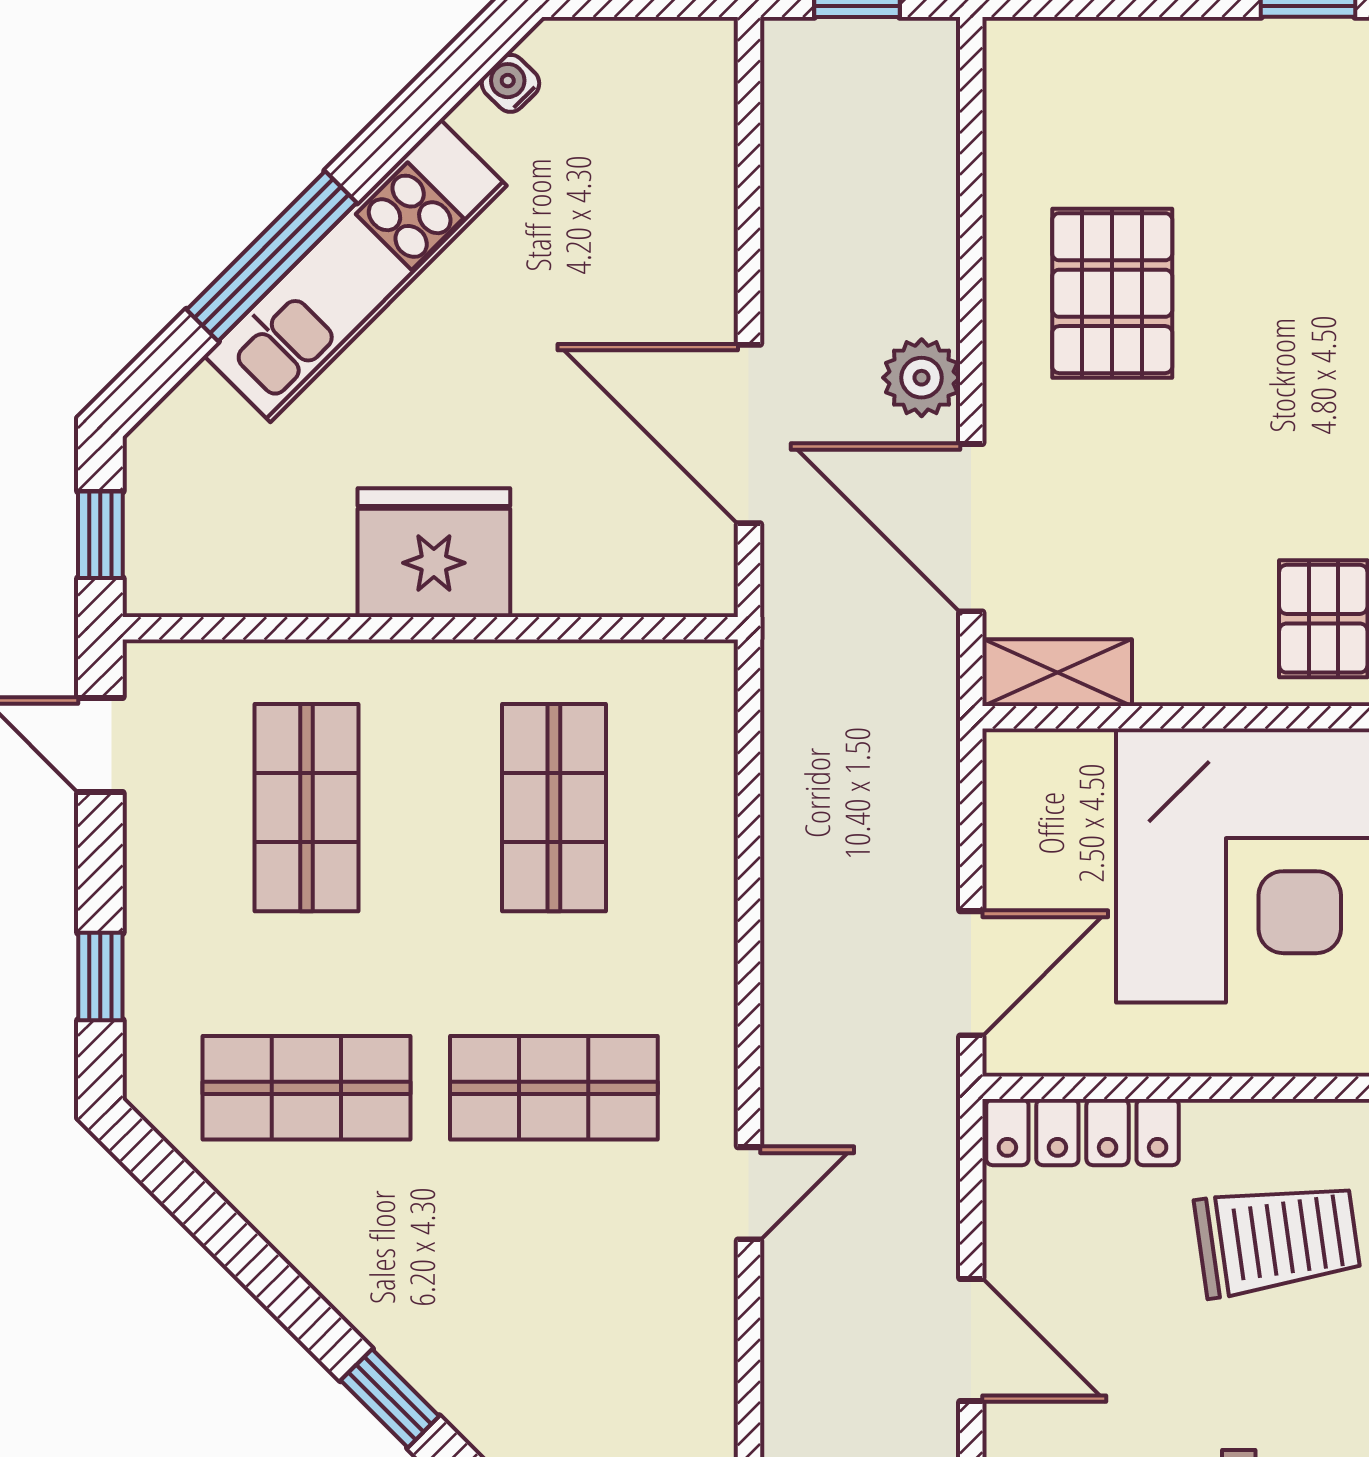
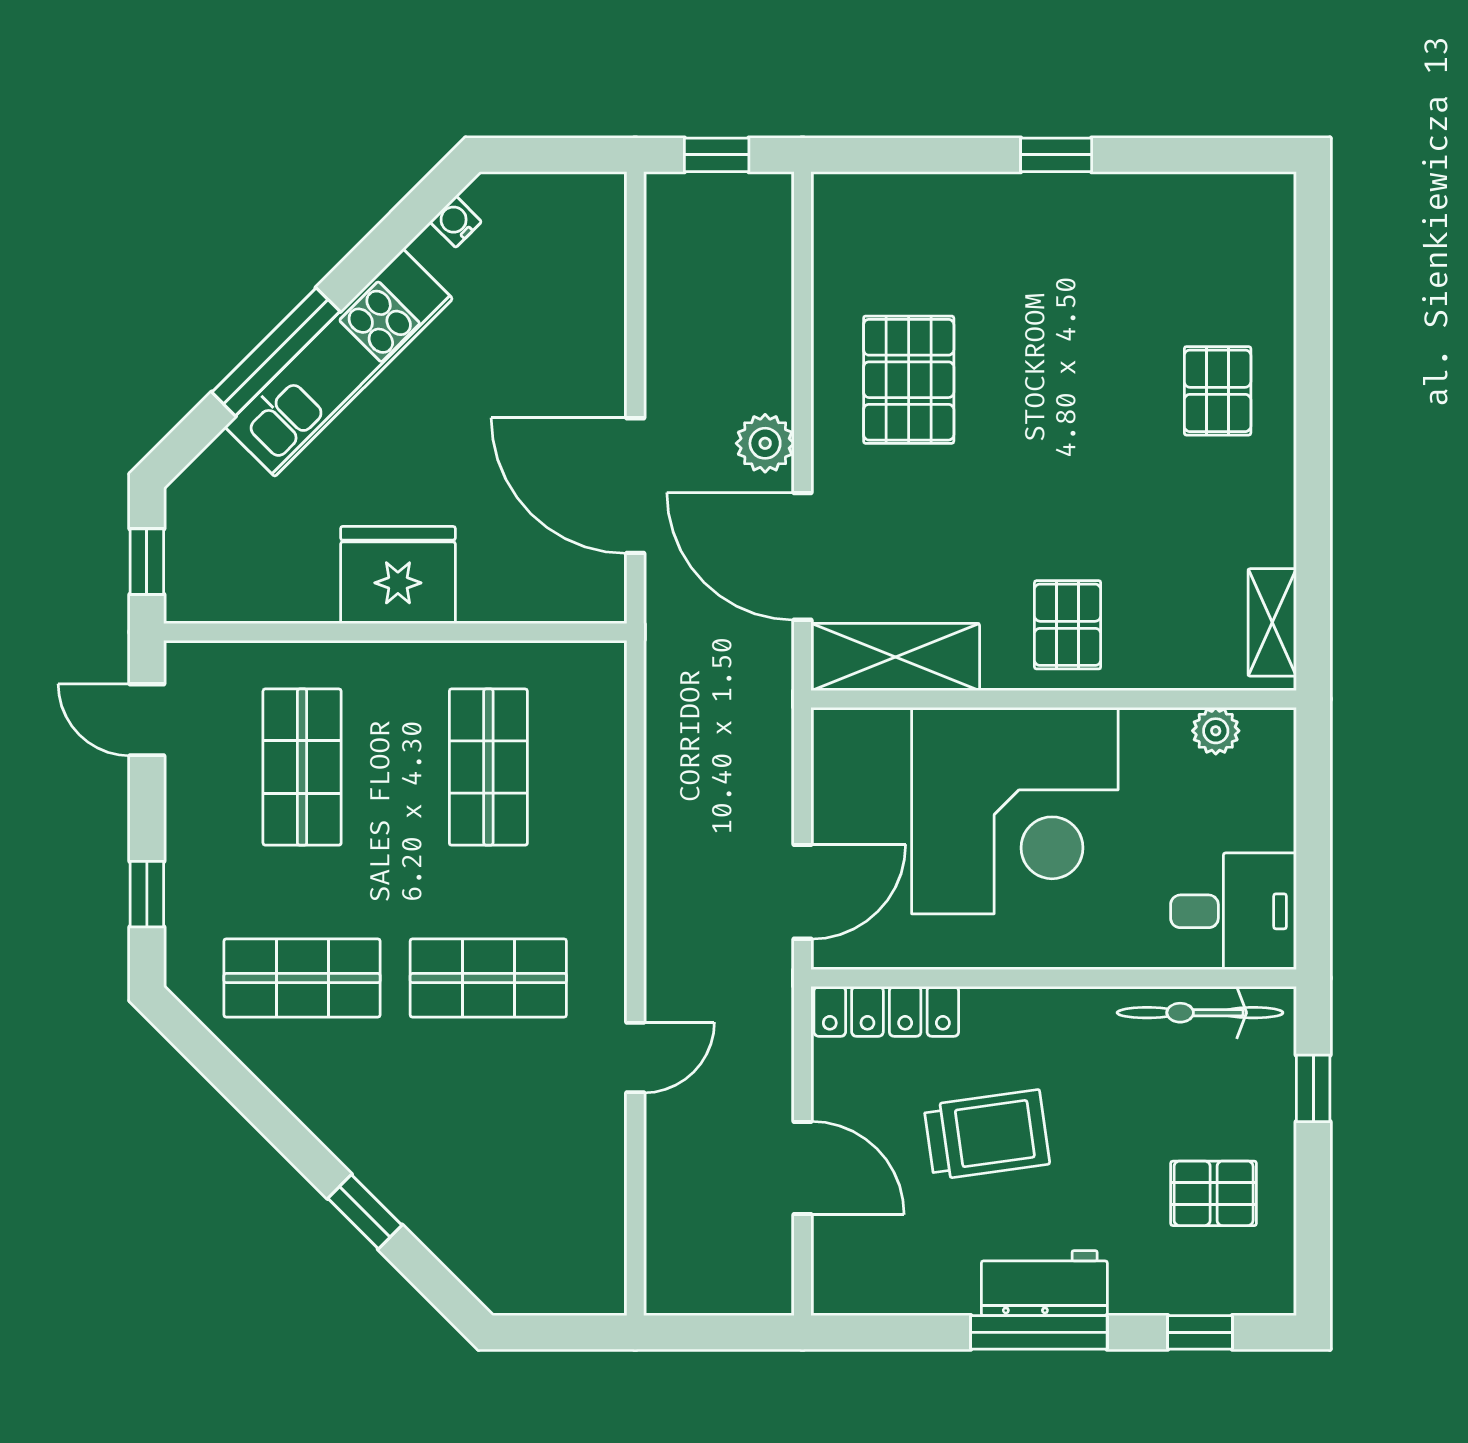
shelving: (1058, 673) -> (896, 657), width x1.50, depth x1.33
trolley: (1277, 1239) -> (987, 1135), moved

